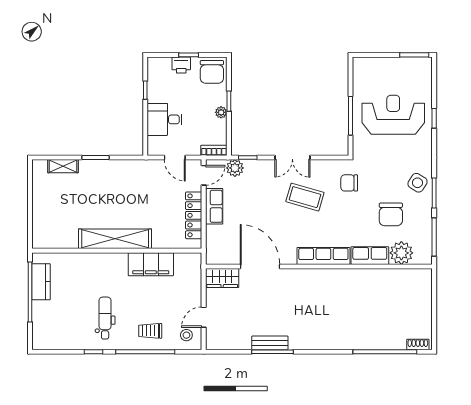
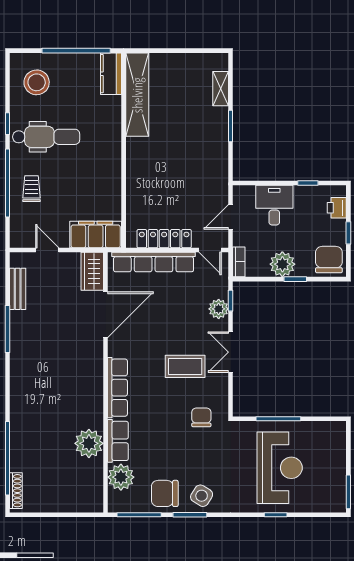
printer: (181, 65) -> (337, 208), moved
chair: (212, 72) -> (329, 260), turned 90
plant: (221, 112) -> (282, 264), width x1.88, depth x1.88
plant: (235, 168) -> (219, 309), moved
coffee table: (305, 197) -> (185, 366), turned 74
row of seats: (214, 206) -> (154, 262), width x2.02
chair: (391, 214) -> (165, 493), moved
shelving: (115, 239) -> (137, 95), moved
filing cabinet: (151, 264) -> (96, 235), moved, turned 90
plant: (372, 281) -> (89, 443), added
kitchen counter: (41, 282) -> (111, 74), moved, turned 90
dental chair: (105, 318) -> (46, 137), width x1.36, depth x1.38
stool: (186, 335) -> (37, 82), moved, width x1.89, depth x1.89
bench: (270, 343) -> (18, 289), moved
shoe rack: (418, 344) -> (16, 491), width x1.43

